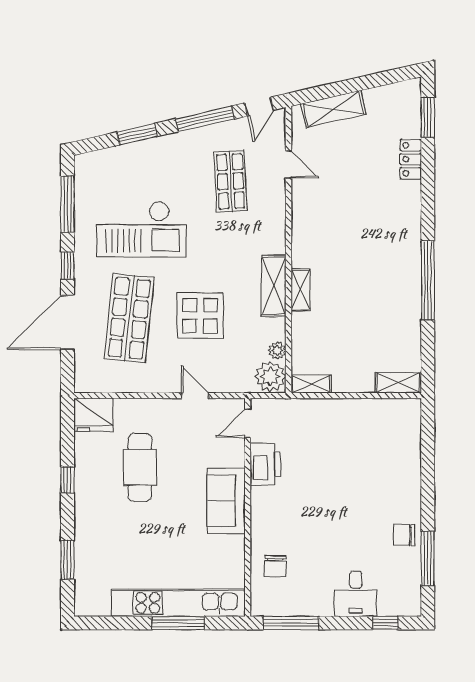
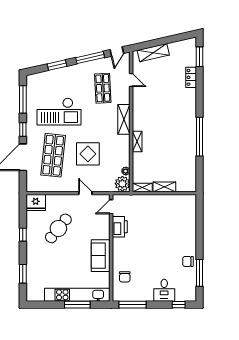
shelving: (274, 286) -> (124, 119), moved
shelving: (398, 383) -> (164, 187), moved
cafe table: (140, 468) -> (58, 228), turned 39
sofa: (226, 501) -> (101, 256), moved

